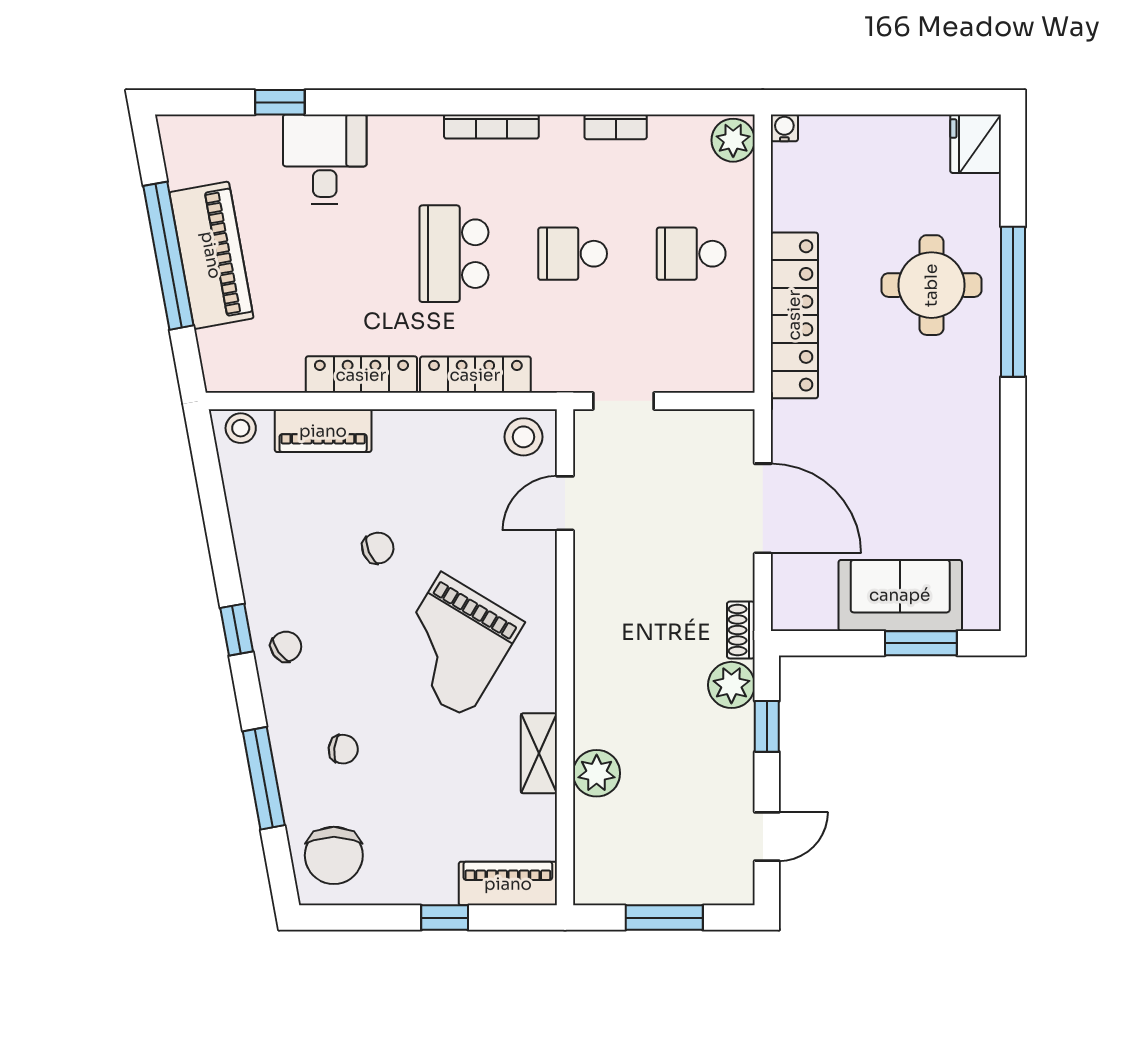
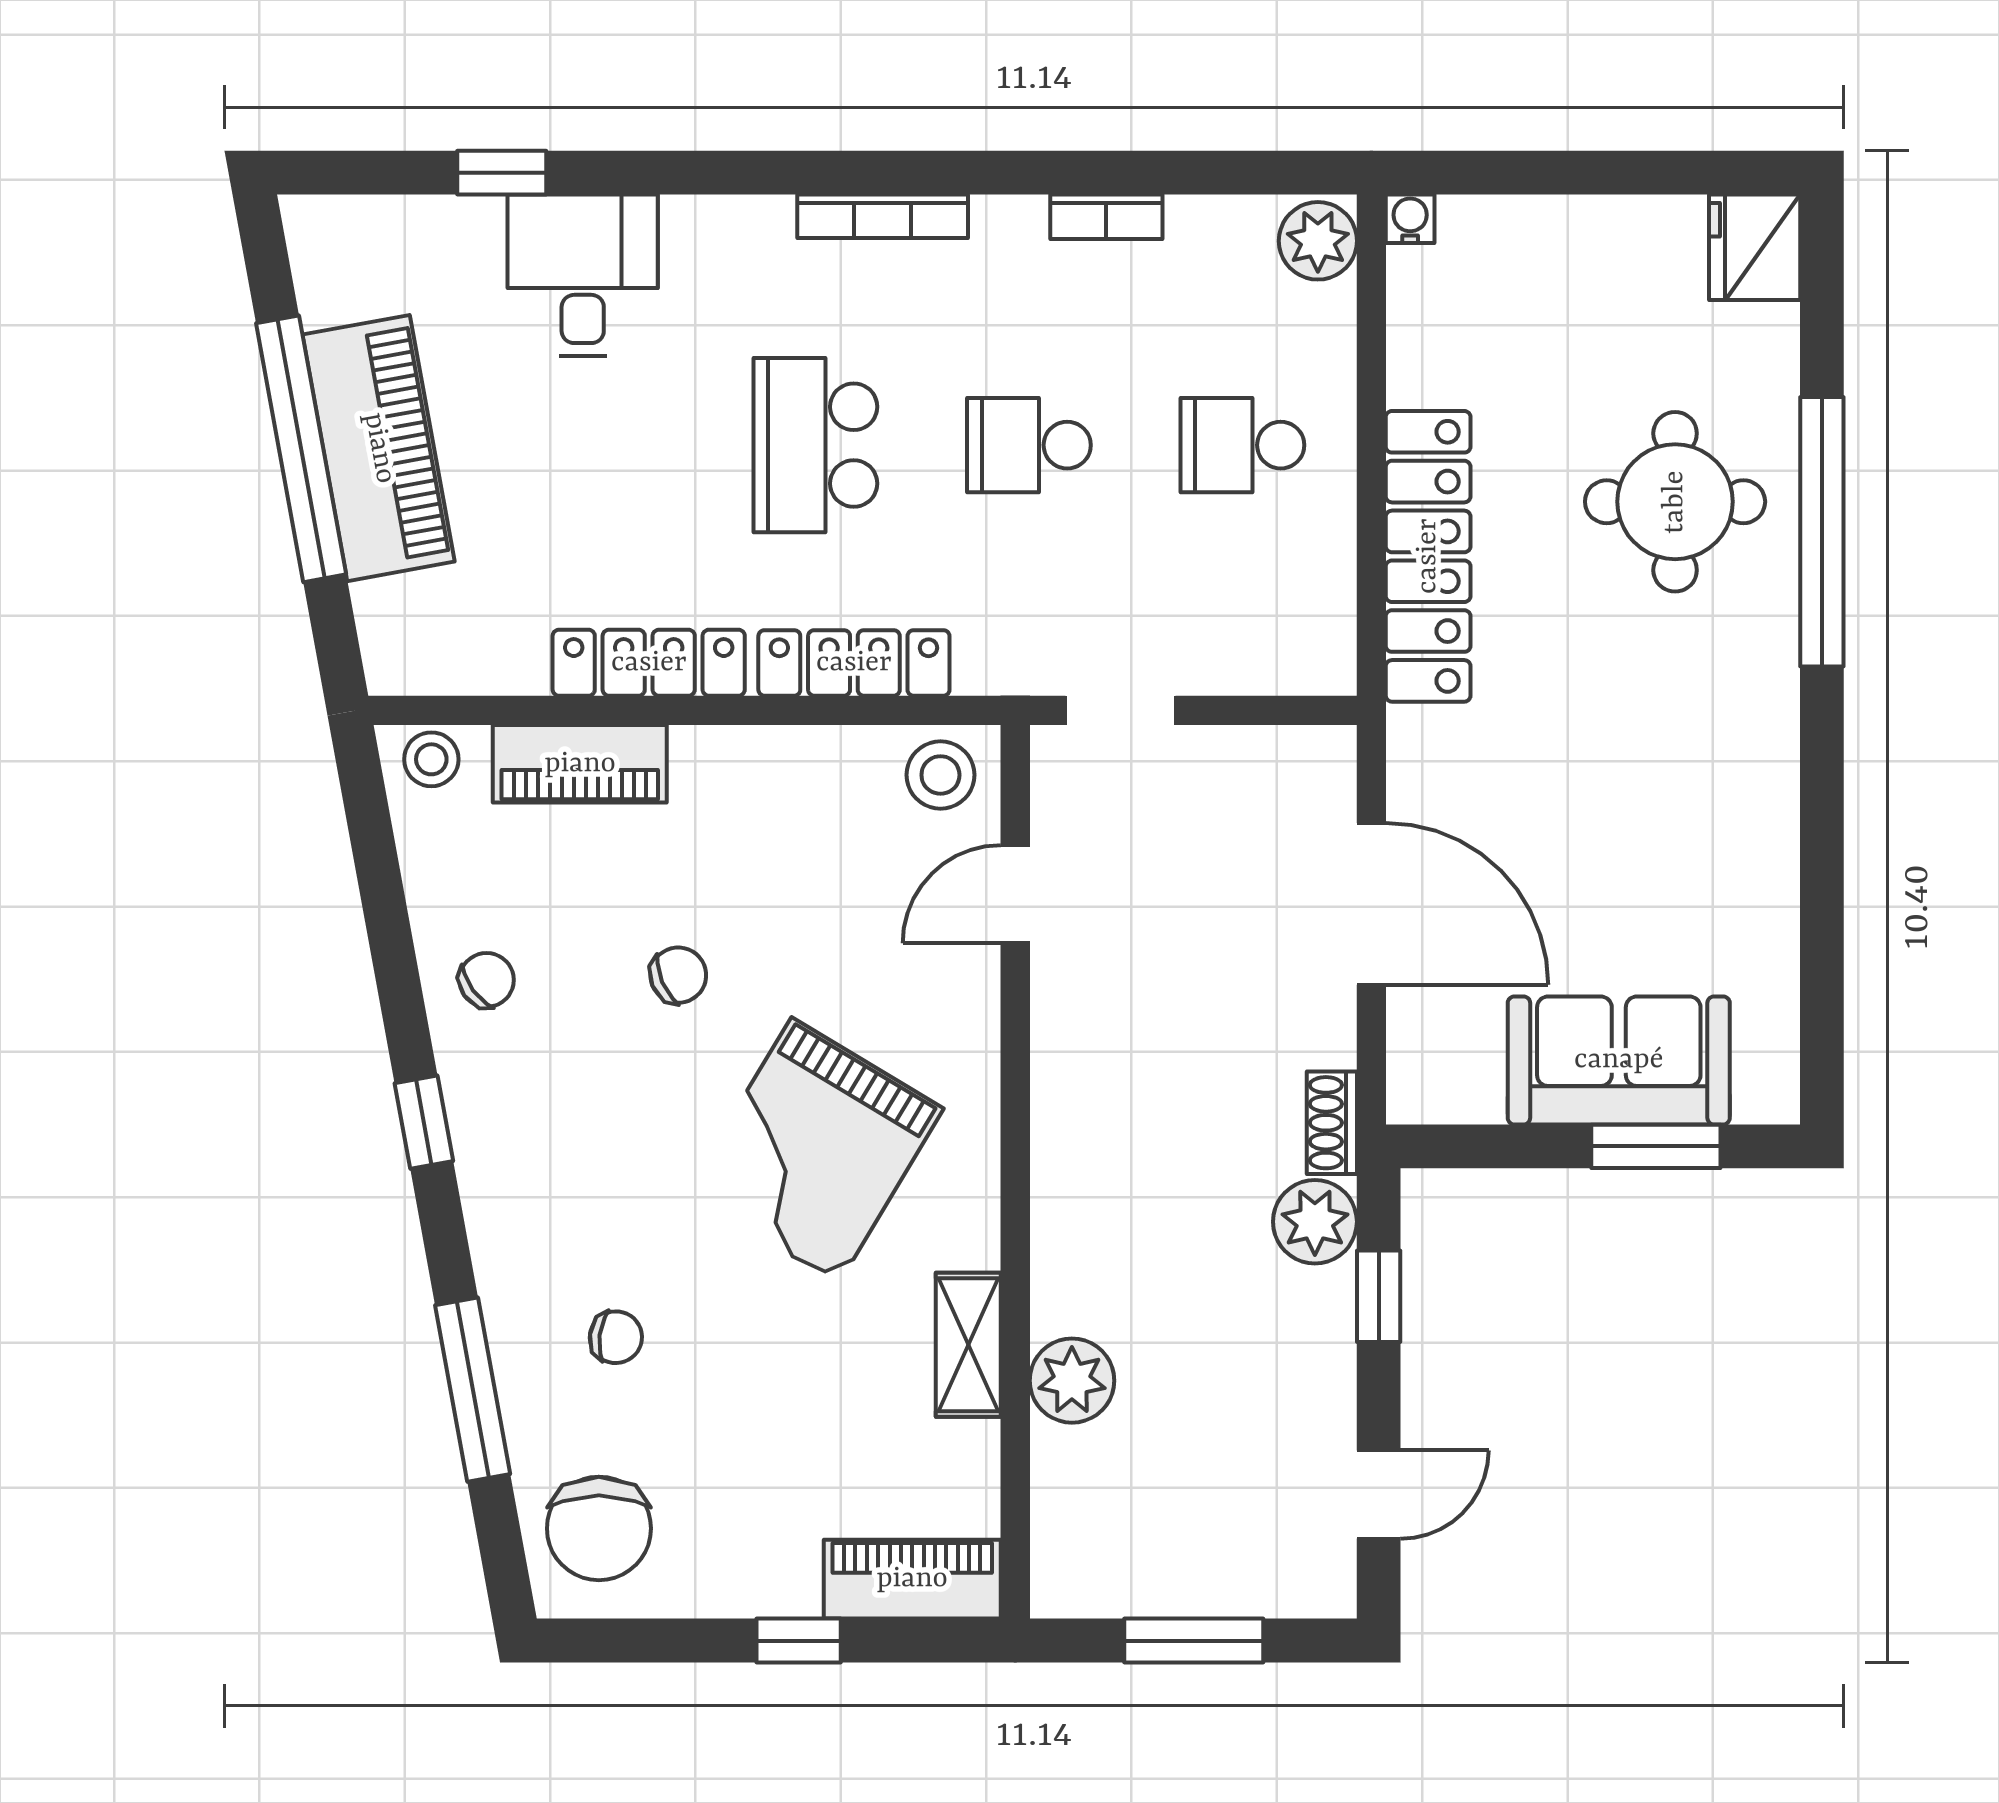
chair: (286, 647) -> (487, 980), moved

